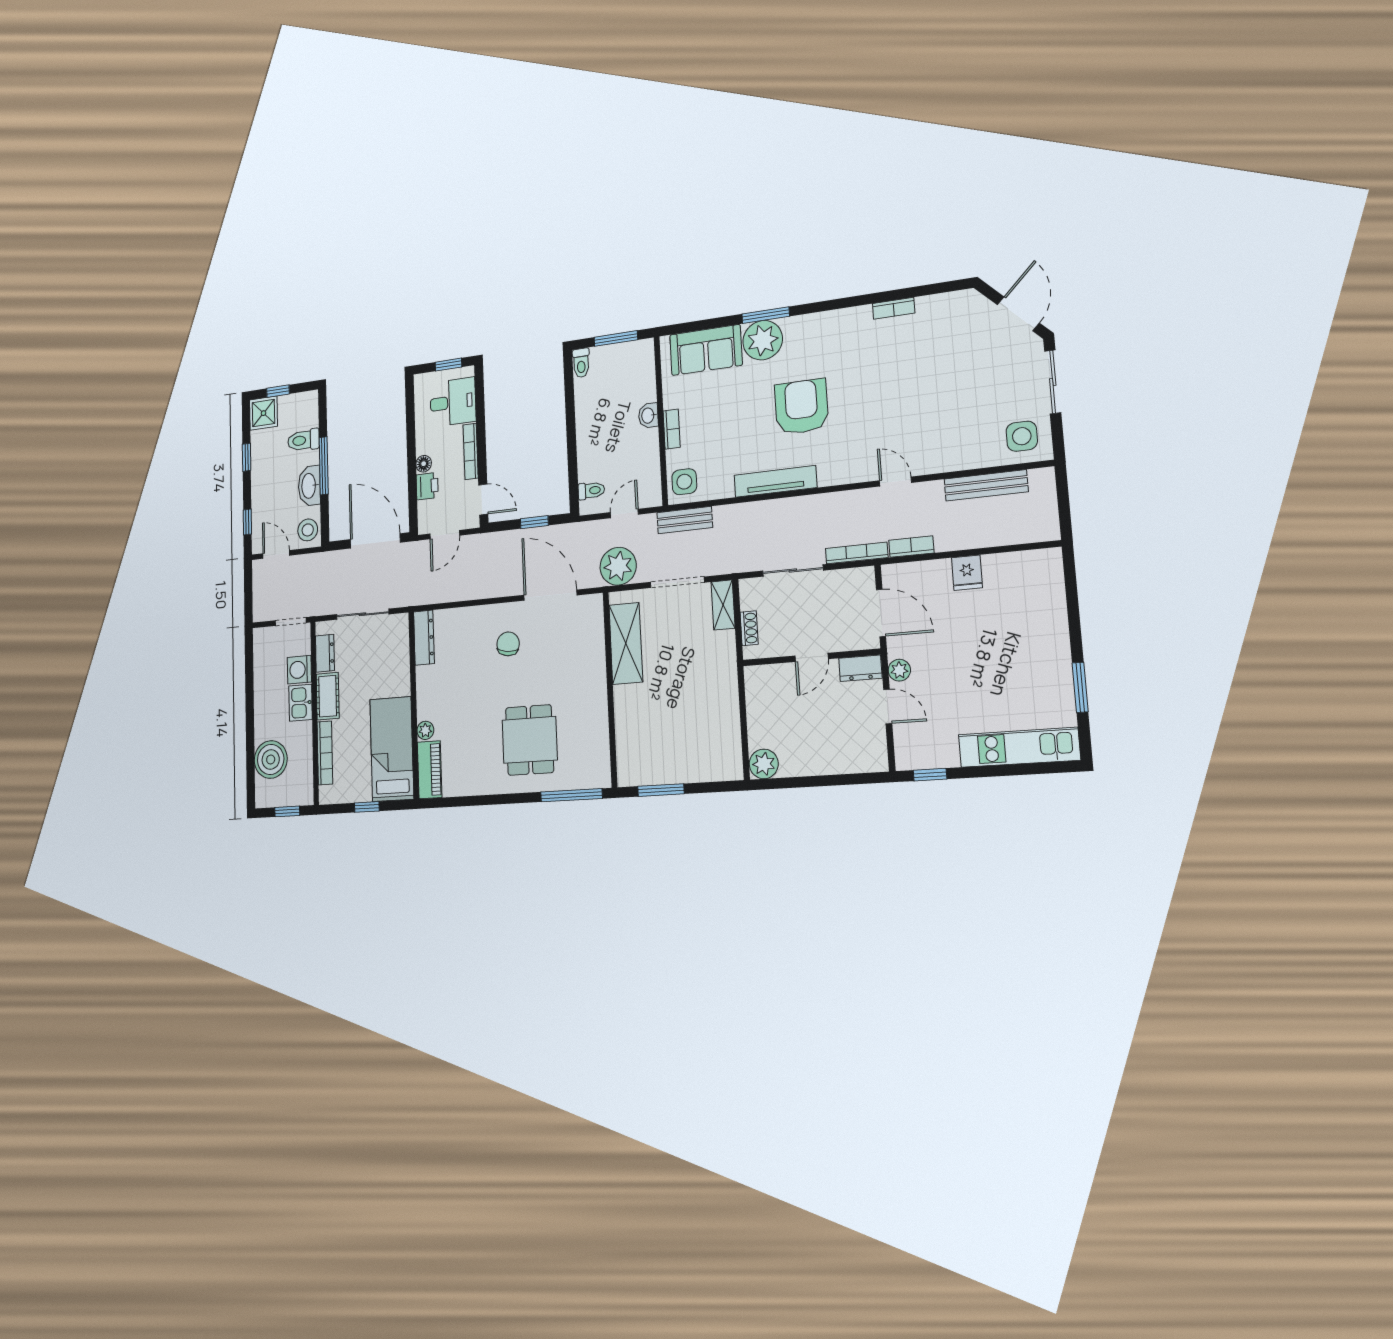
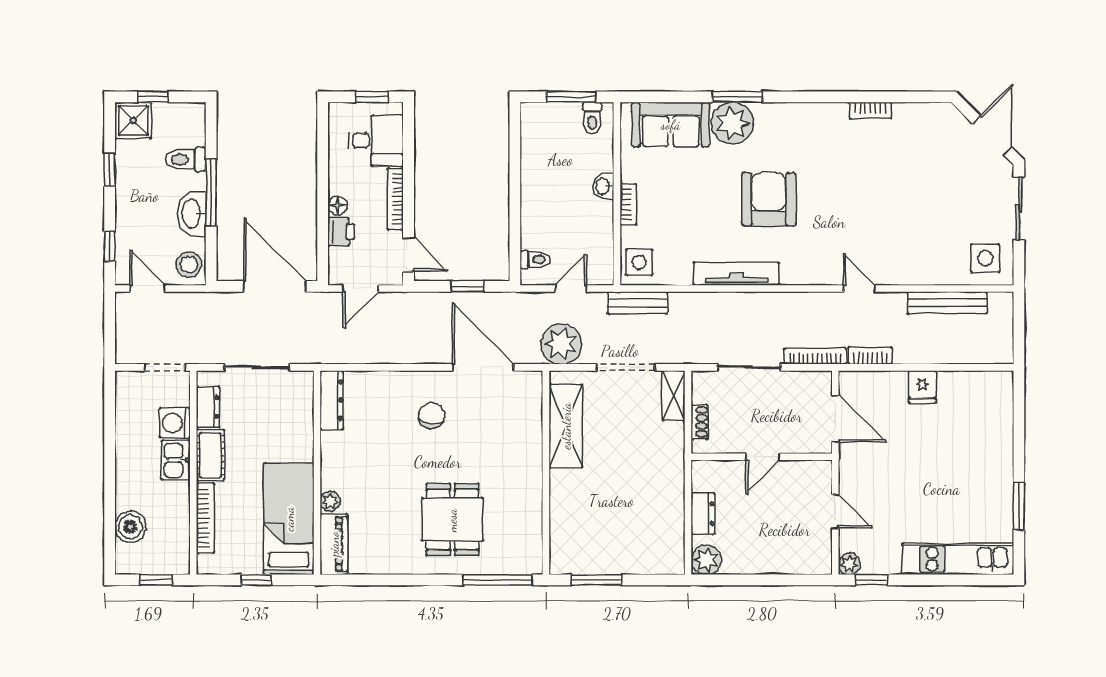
toilet: (581, 363) -> (592, 118), moved
dresser: (860, 668) -> (703, 514), moved, turned -90
plant: (899, 670) -> (849, 564), moved
boiler: (271, 759) -> (130, 527), width x0.73, depth x0.73

